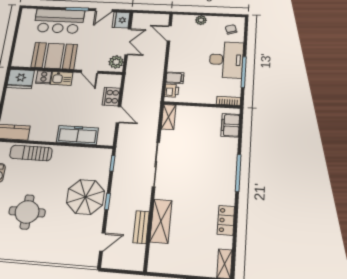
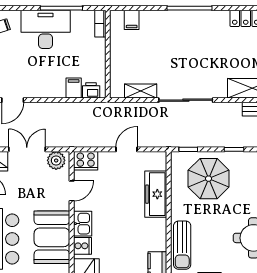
cooker: (111, 97) -> (86, 161), moved
shelving: (169, 117) -> (141, 91), moved
filing cabinet: (230, 125) -> (132, 20), width x0.50
parasol: (85, 197) -> (209, 179), moved

